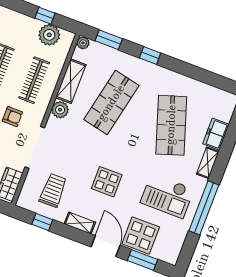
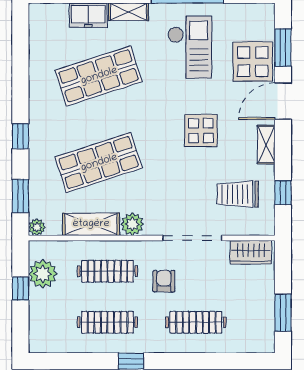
shop shelf: (111, 103) -> (99, 163), turned -30

